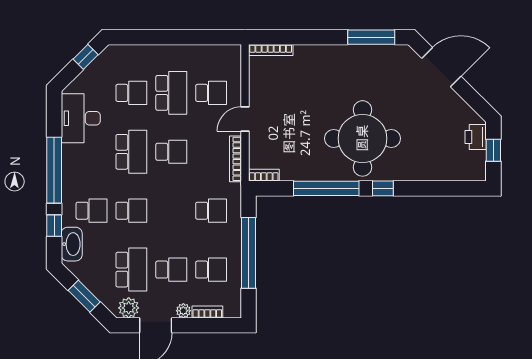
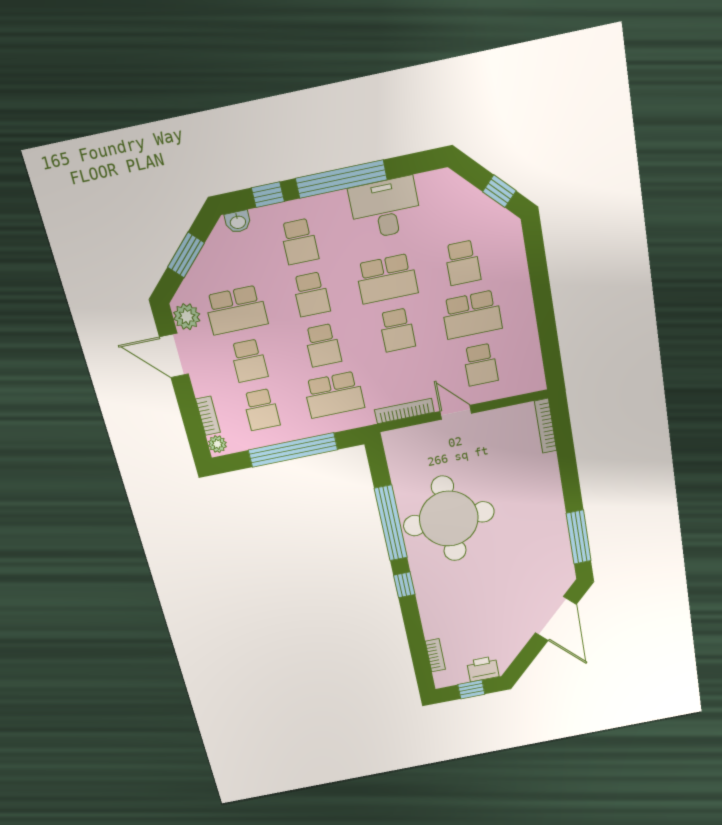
desk: (81, 118) -> (385, 208), moved
round table: (362, 138) -> (449, 519), moved
bookcase: (264, 175) -> (435, 655), moved
school desk: (171, 211) -> (323, 345), added
school desk: (211, 211) -> (334, 395), width x1.85
washbasin: (72, 244) -> (238, 222), width x0.52, depth x0.69
plant: (183, 311) -> (217, 444), moved

